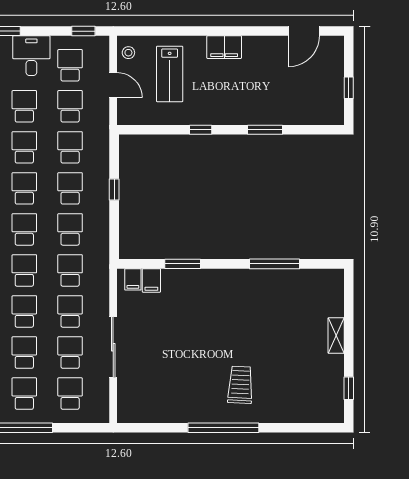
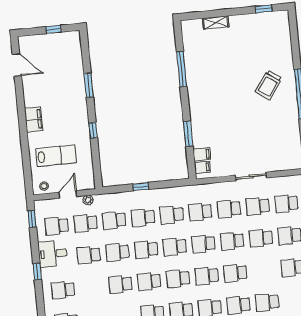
plant: (102, 113) -> (88, 200), added
shelving: (336, 336) -> (216, 22), moved
sliding door: (113, 347) -> (251, 176), width x0.73
trolley: (240, 385) -> (269, 85), turned -58

